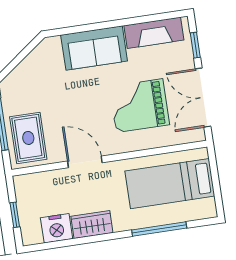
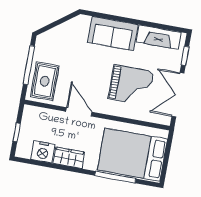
grand piano: (139, 106) -> (131, 85), turned 180
bed: (170, 184) -> (132, 155), width x1.50

